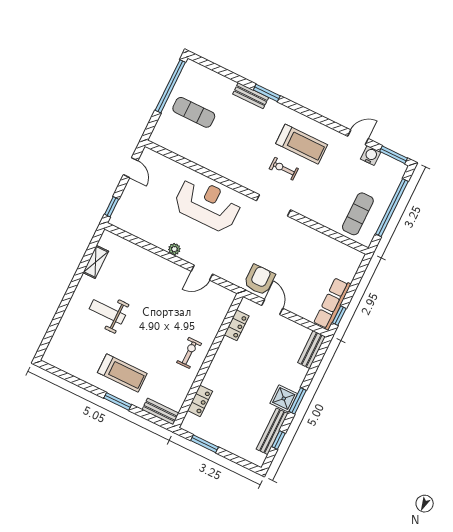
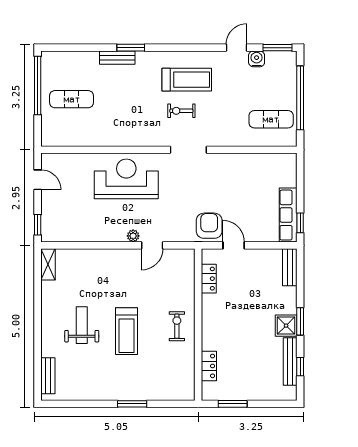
exercise mat: (358, 214) -> (271, 119), turned 90
plant: (174, 249) -> (133, 236), moved
shelving: (96, 262) -> (48, 264), moved
weight bench: (107, 312) -> (82, 325), turned 90
treadmill: (122, 373) -> (126, 331), moved, turned 90
bench: (160, 411) -> (48, 376), moved, turned 90

